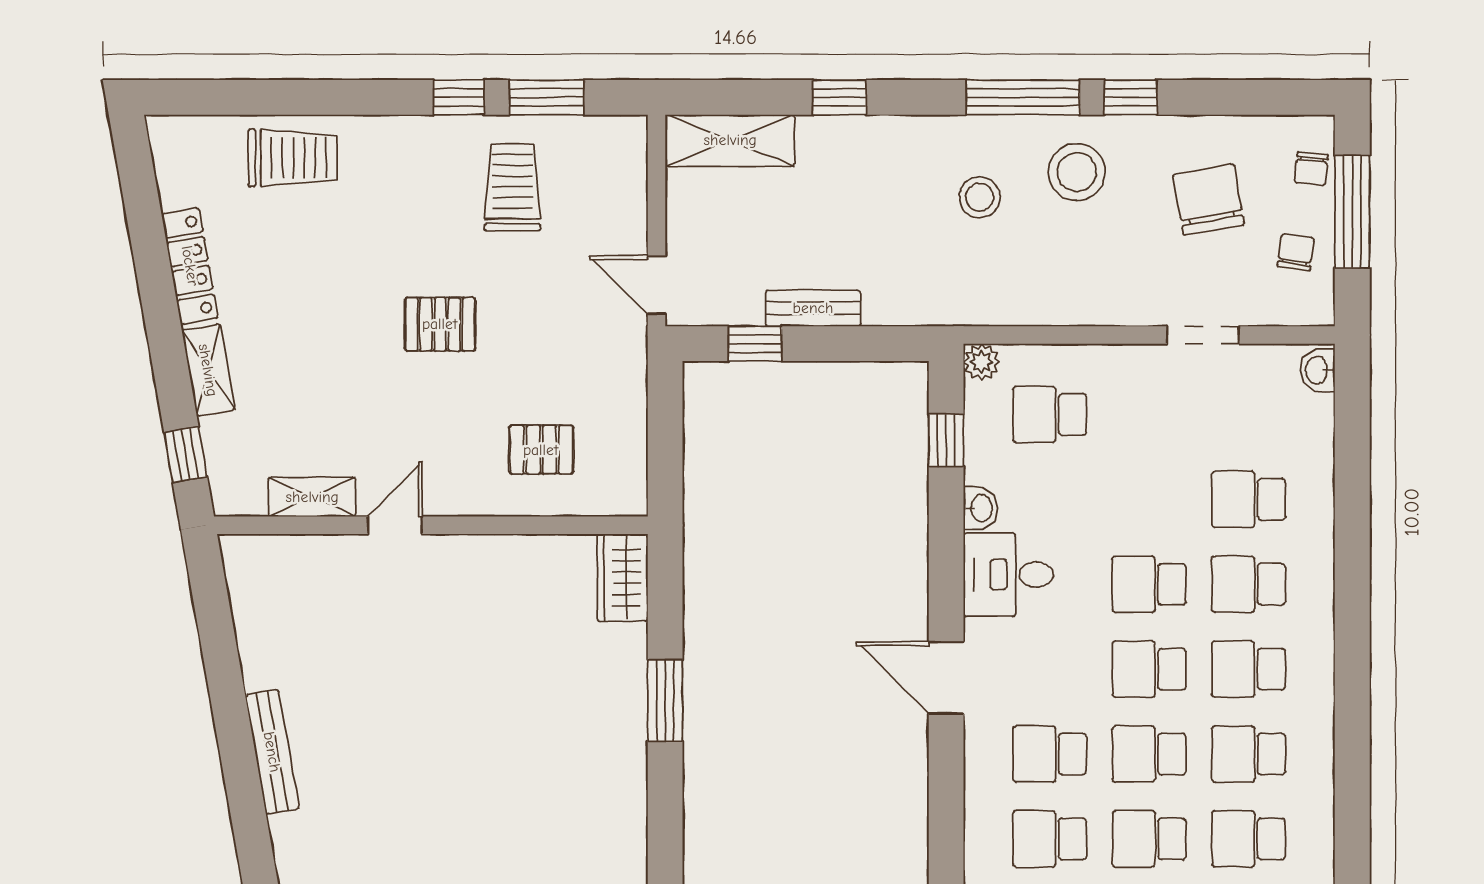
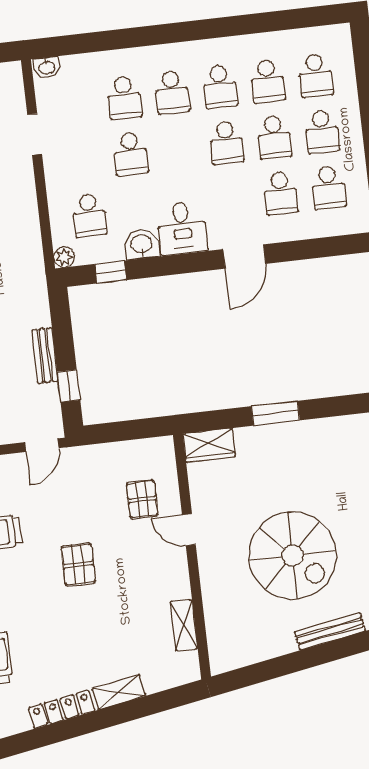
window: (186, 455) -> (168, 699), removed
washbasin: (981, 508) -> (142, 244), width x1.38, depth x1.45
door: (395, 525) -> (189, 530), moved
school desk: (1149, 584) -> (131, 154), moved
spiral stairs: (413, 702) -> (293, 555), added

